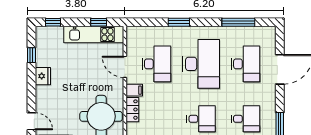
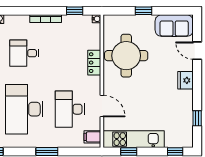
fridge: (43, 76) -> (186, 80), moved
filing cabinet: (134, 90) -> (92, 137), moved

